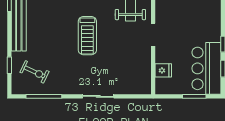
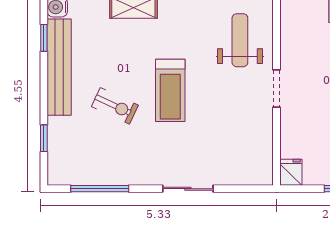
fridge: (163, 70) -> (291, 172), moved, turned -90
exercise bike: (35, 72) -> (115, 106), moved

